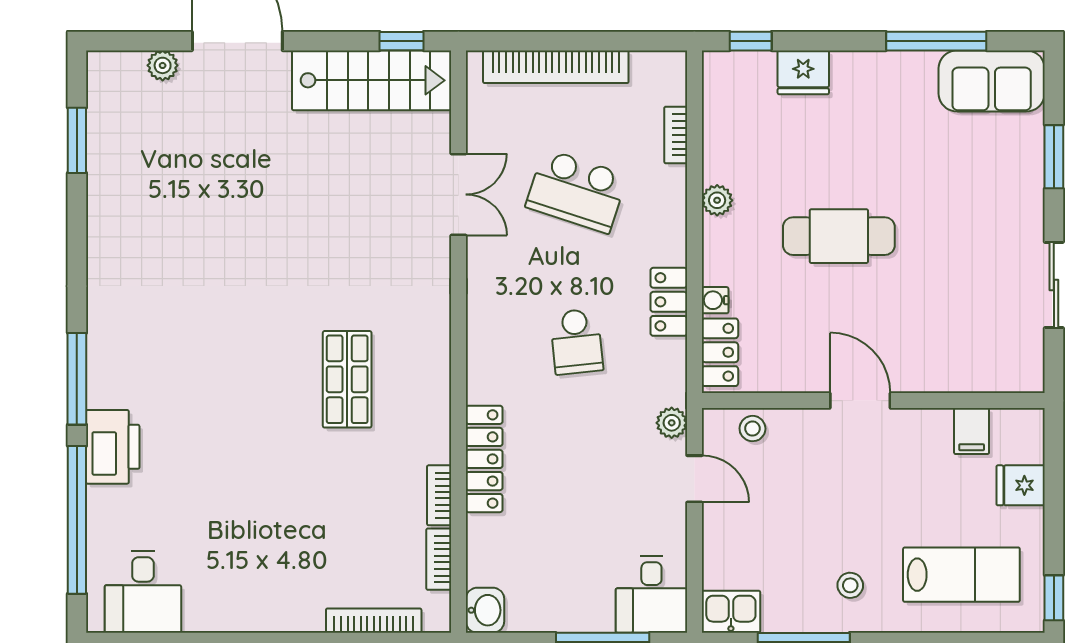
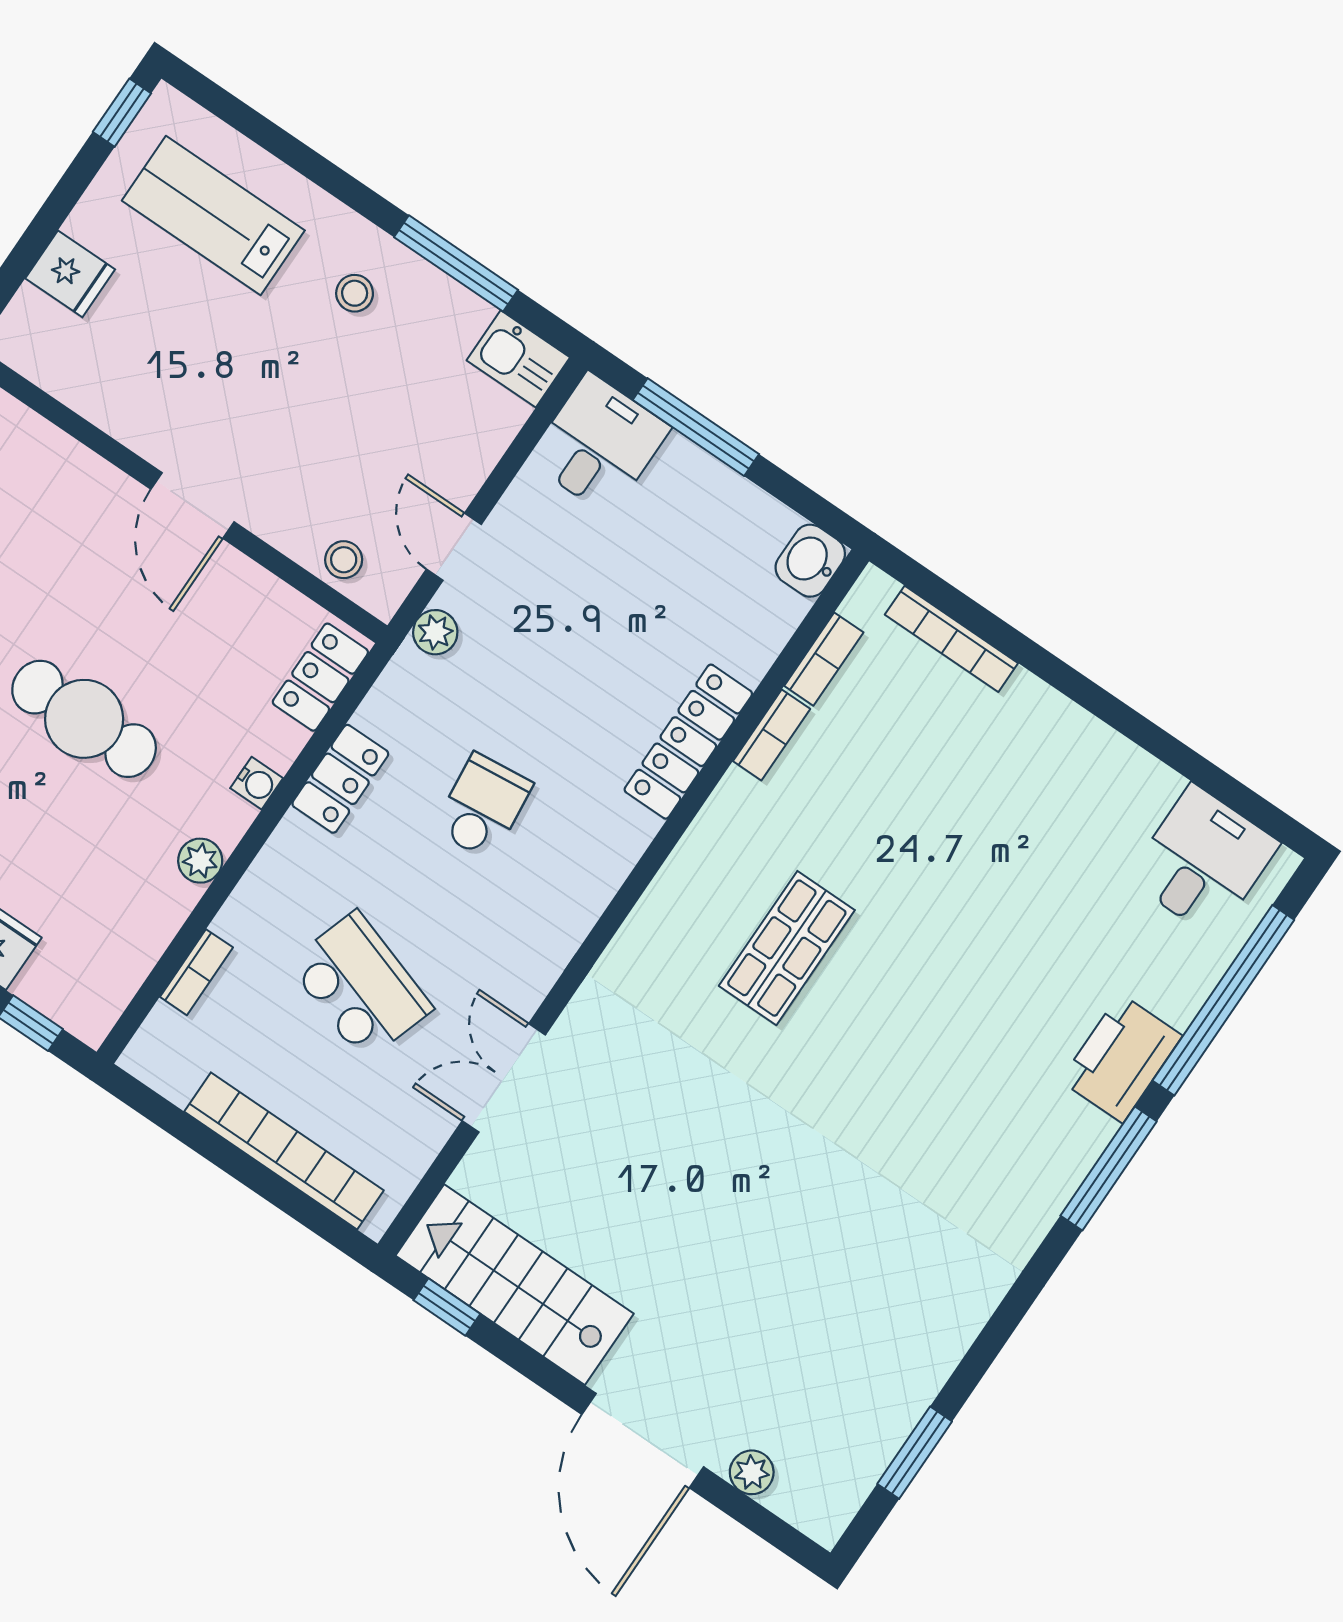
water cooler: (715, 300) -> (257, 783), moved
filing cabinet: (972, 431) -> (84, 378), removed

